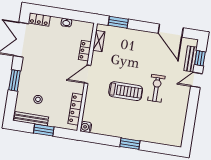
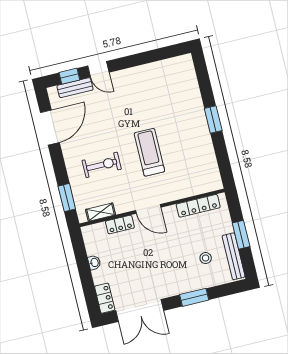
exercise bike: (156, 88) -> (102, 165), moved, turned 180
water cooler: (86, 127) -> (215, 183), removed

